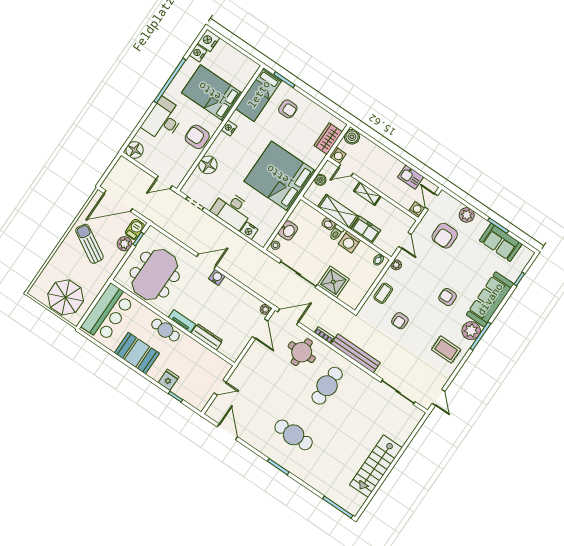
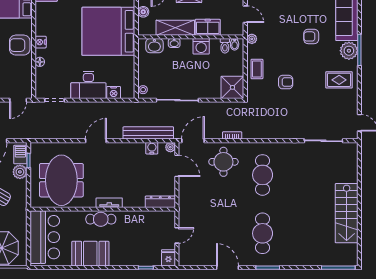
nightstand: (229, 128) -> (41, 42), moved
floor lamp: (208, 165) -> (40, 62), width x0.53, depth x0.53
washbasin: (288, 230) -> (154, 46), moved, turned 90
toilet: (336, 233) -> (225, 46), moved
water cooler: (217, 277) -> (152, 148), moved
shower: (333, 282) -> (232, 87), moved
armchair: (400, 321) -> (286, 82), turned -90
dresser: (207, 337) -> (160, 202), moved
bench: (356, 353) -> (148, 133), moved
fridge: (169, 380) -> (168, 258), moved
door: (227, 432) -> (228, 268), moved
cafe table: (294, 435) -> (263, 233), turned 90

